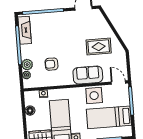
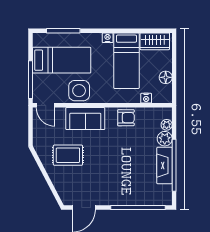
fireplace: (25, 30) -> (165, 166), moved
armchair: (52, 64) -> (126, 118), moved

